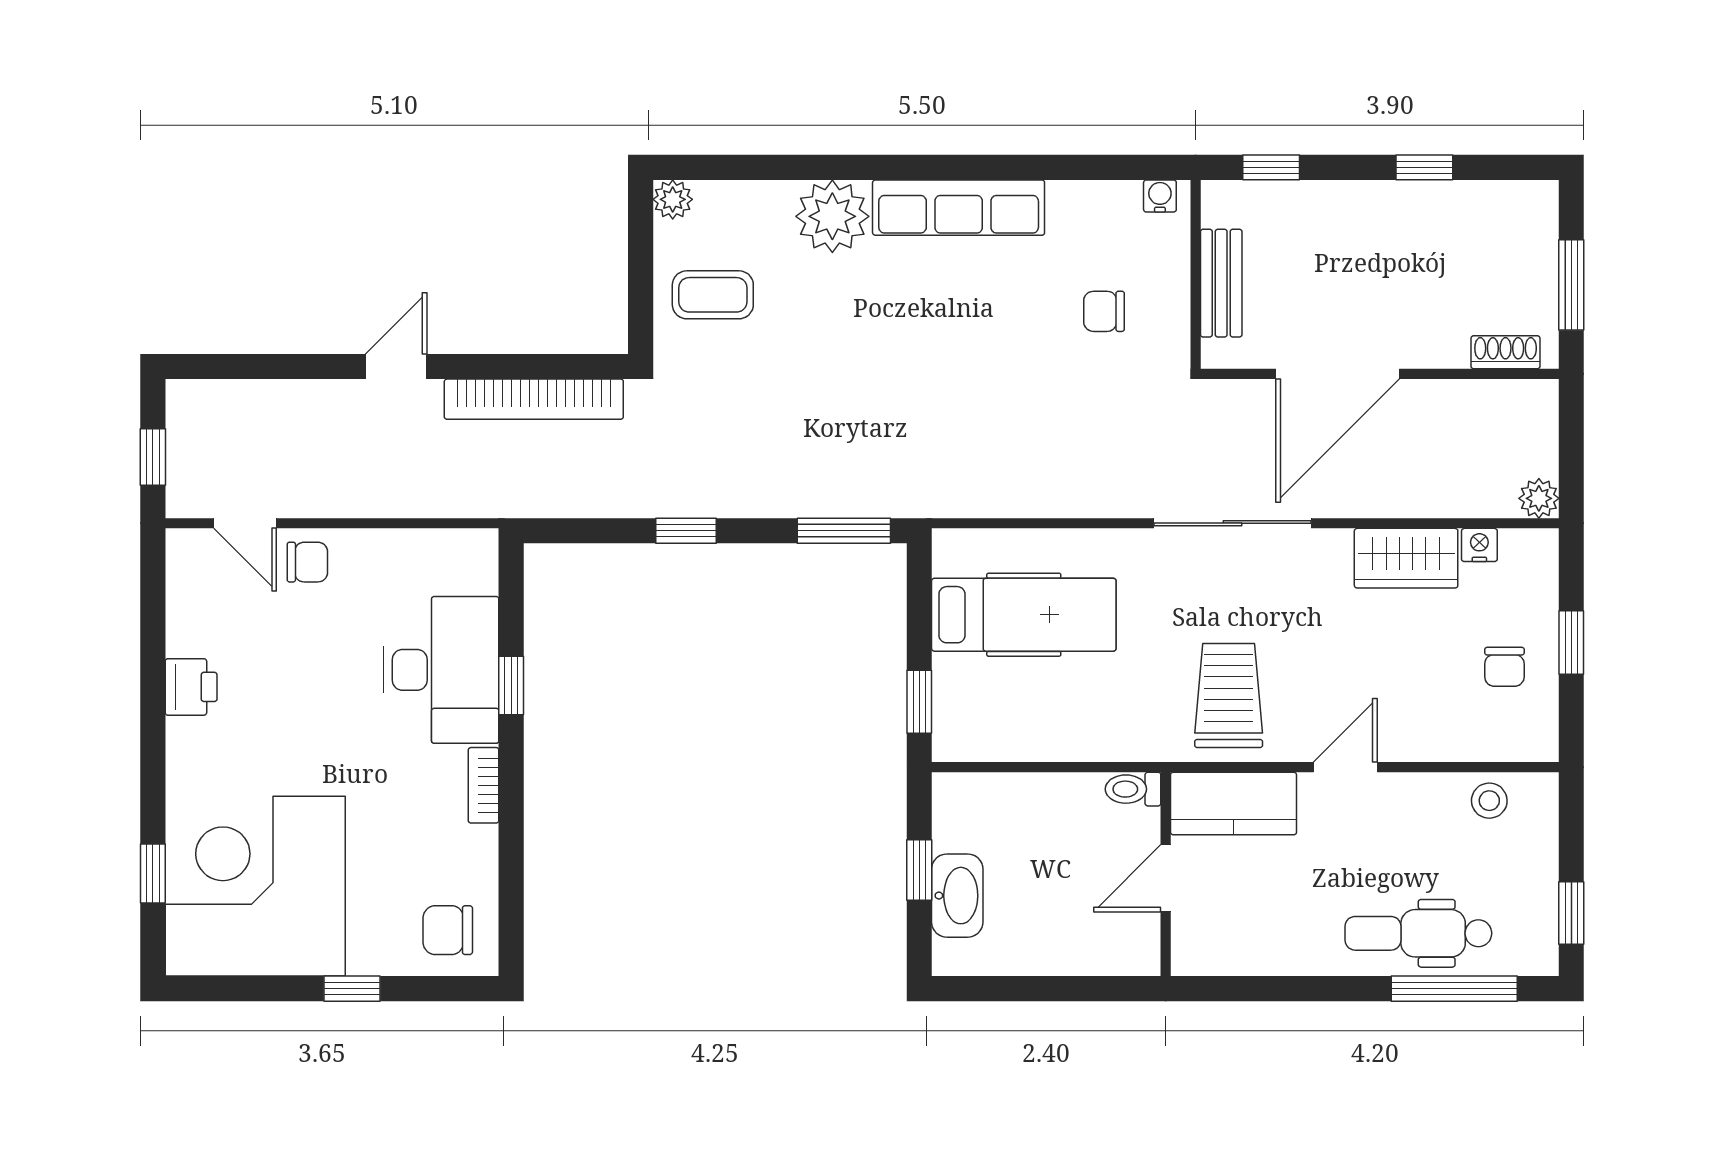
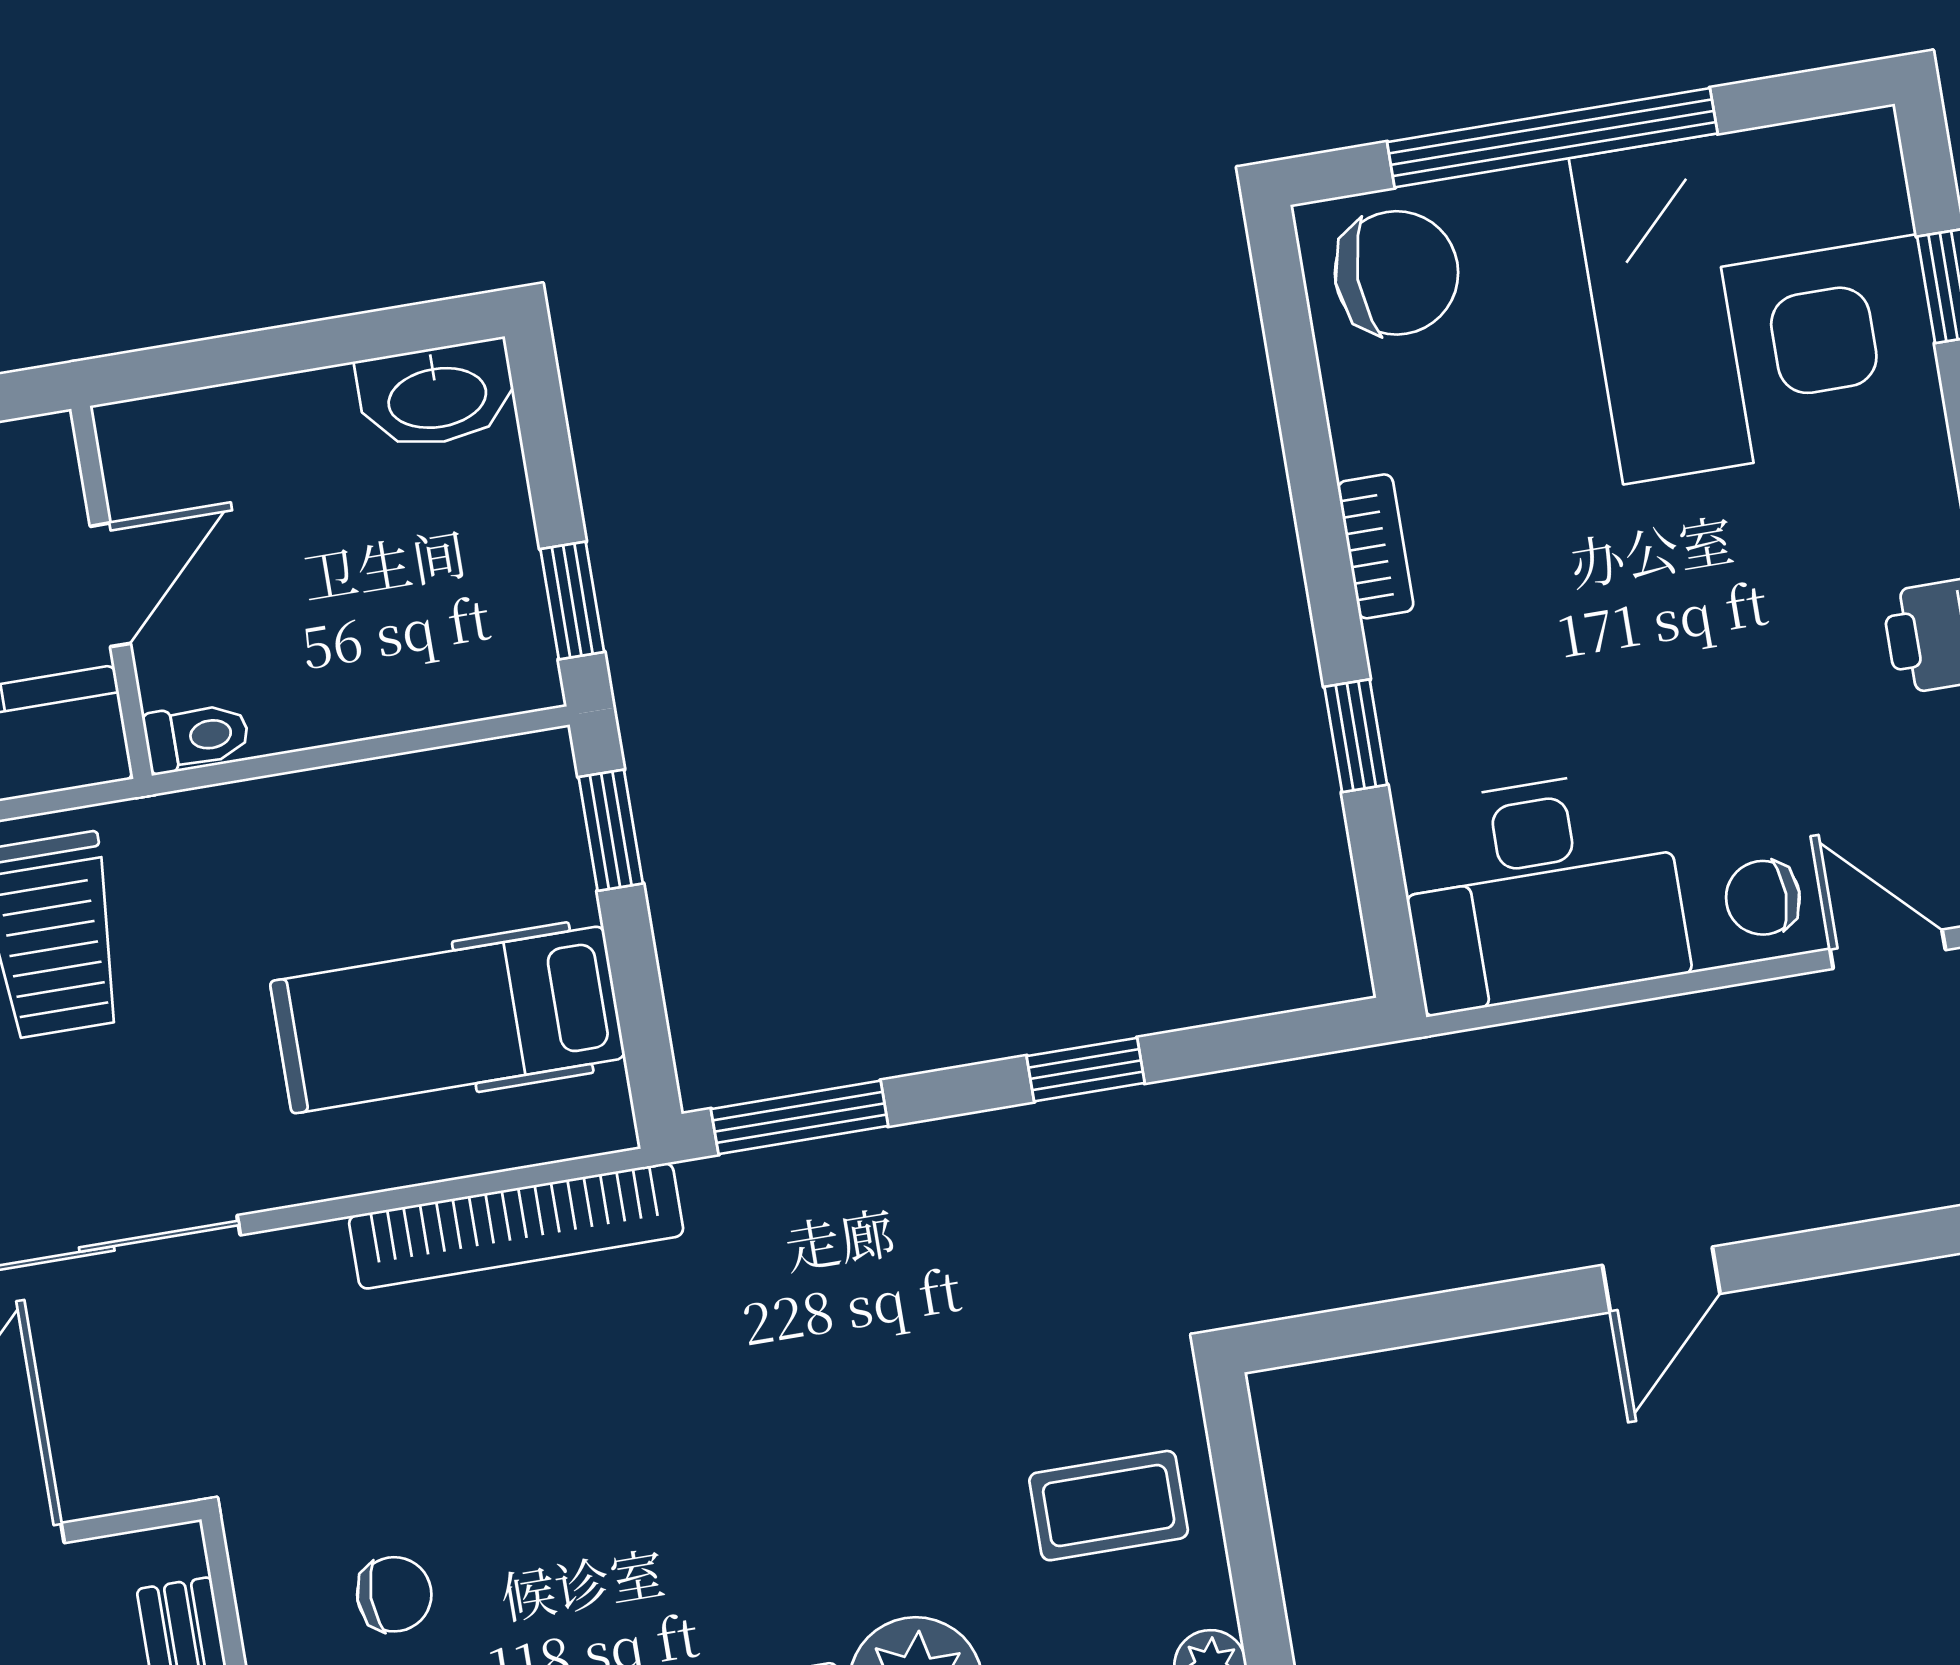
bookcase: (534, 399) -> (516, 1226), moved, turned 180
desk: (441, 670) -> (1542, 890), moved, turned -90
window: (919, 870) -> (572, 600), moved
washbasin: (957, 896) -> (437, 395), moved, turned -90
chair: (448, 930) -> (1396, 273), width x1.37, depth x1.37
window: (352, 989) -> (1552, 138), width x3.17

